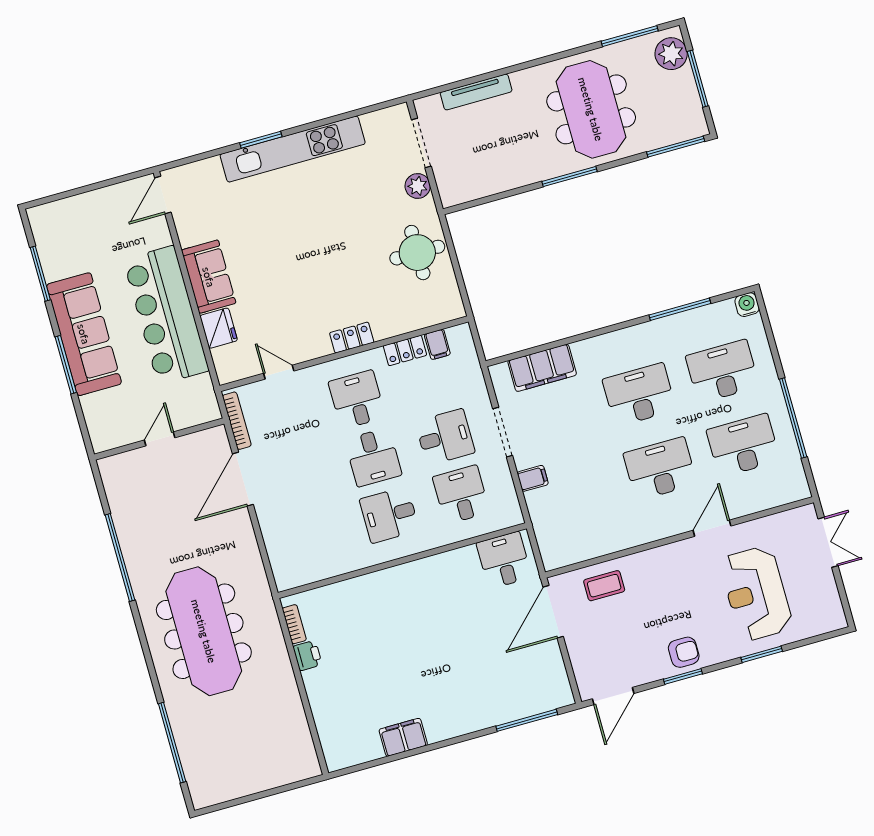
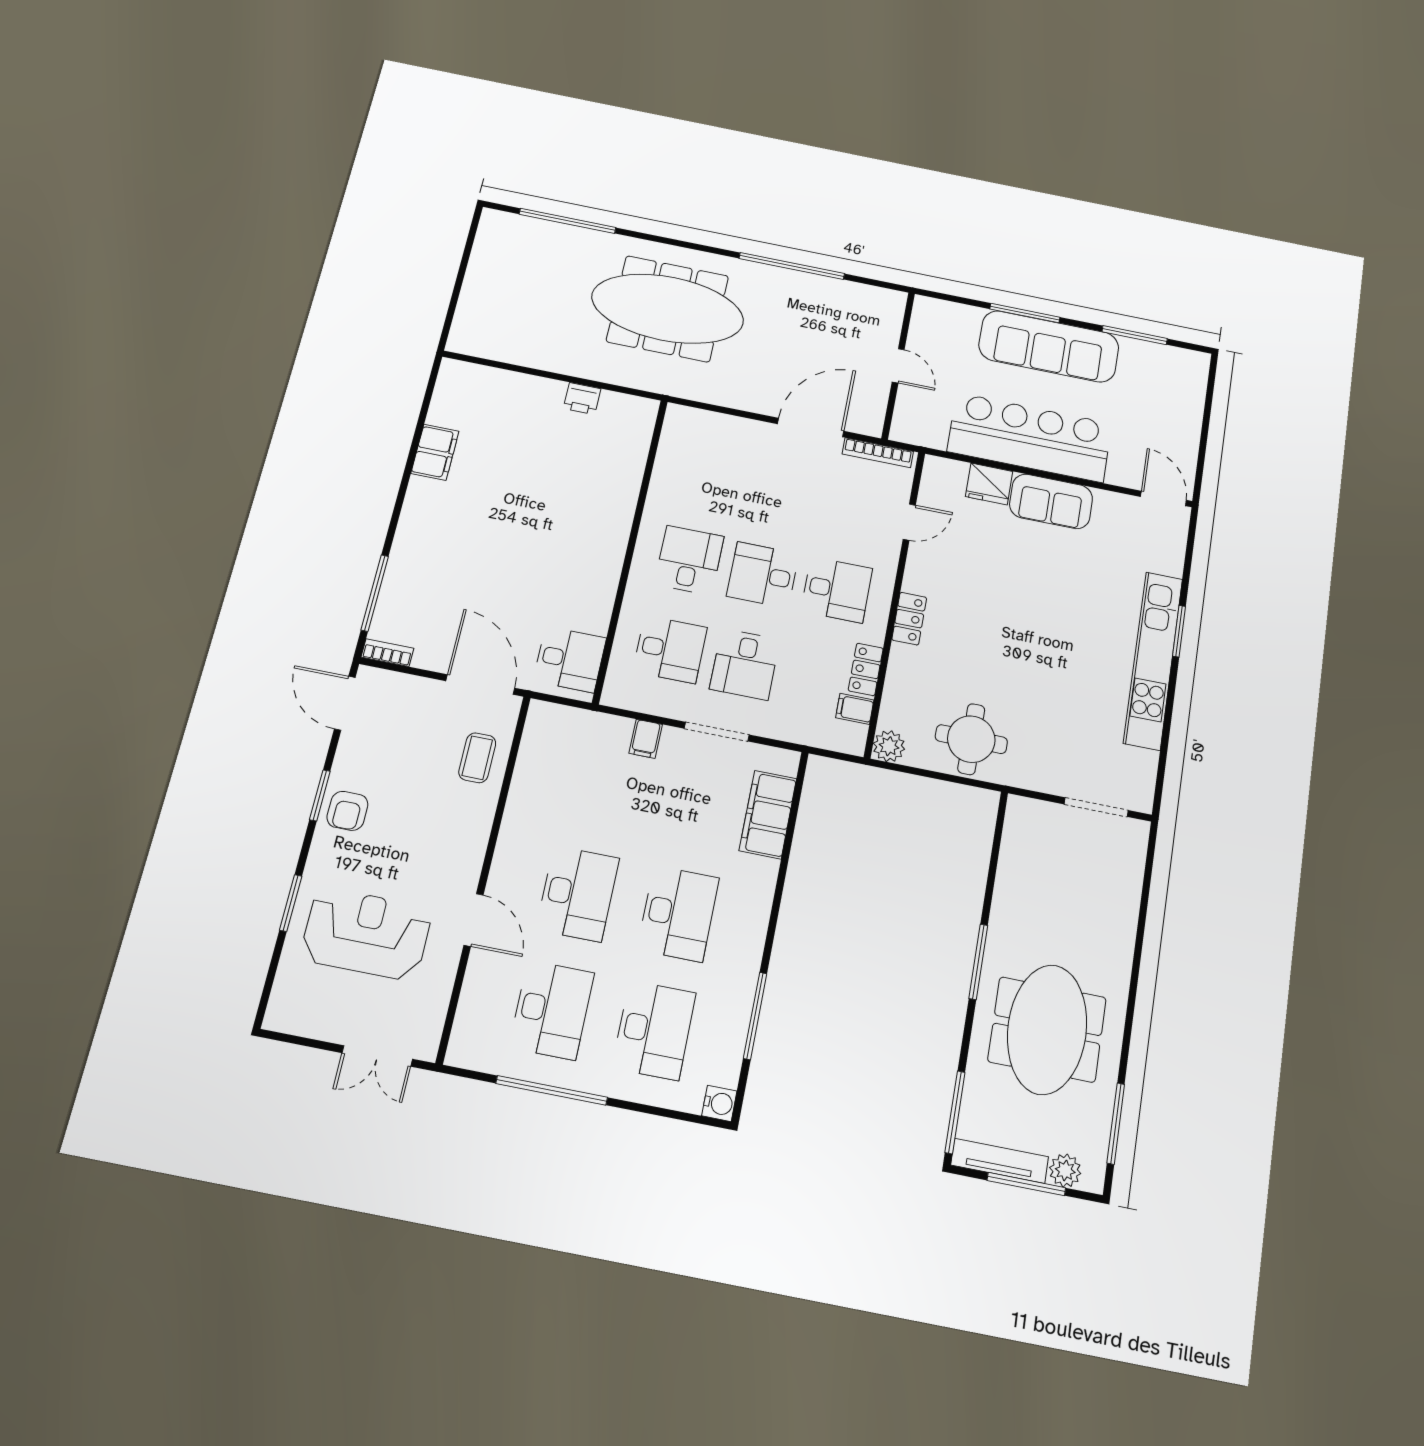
plant: (671, 54) -> (1065, 1171), width x0.73, depth x0.73
tv unit: (476, 92) -> (1000, 1161), moved, turned 90
meeting table: (591, 109) -> (1047, 1029), turned 90
plant: (418, 186) -> (889, 746), moved
door: (243, 479) -> (811, 428), hinge flipped
bookcase: (294, 624) -> (387, 653), moved, turned 180

